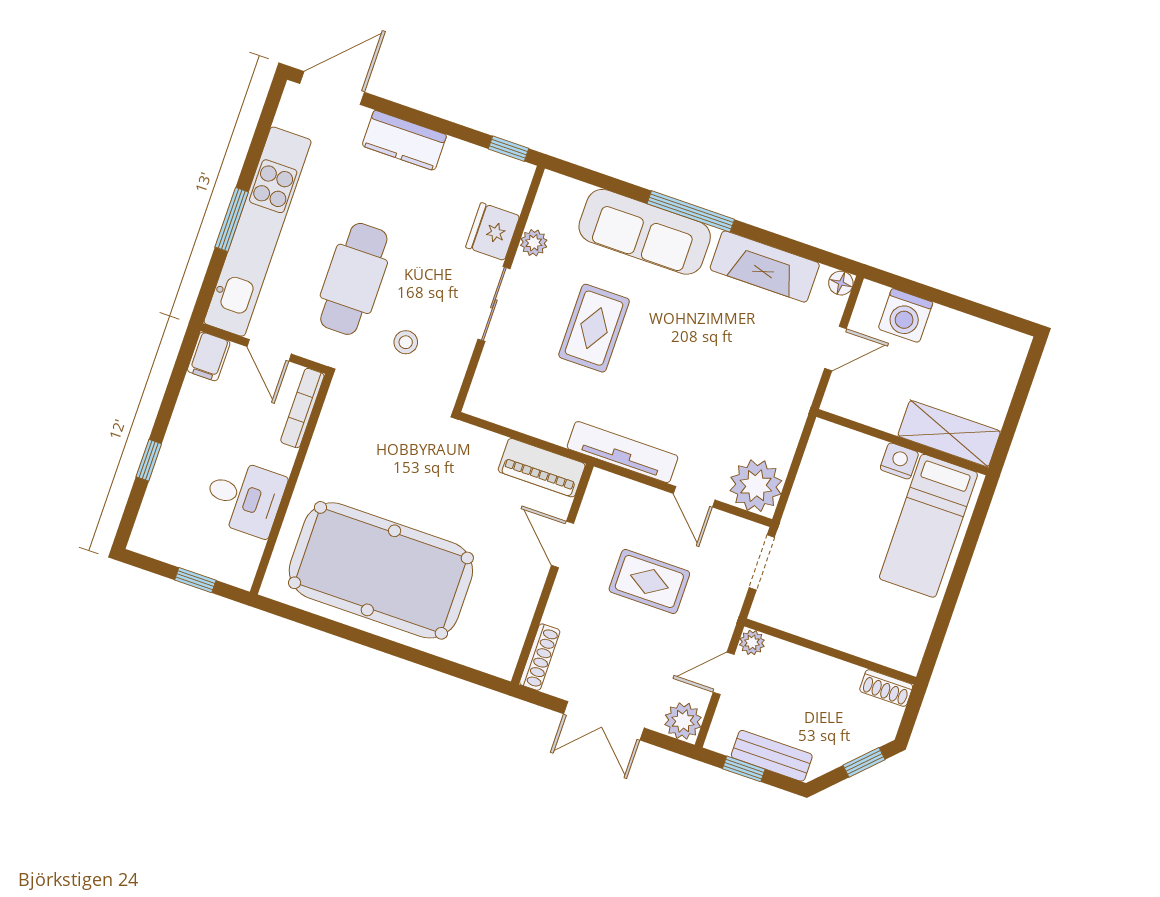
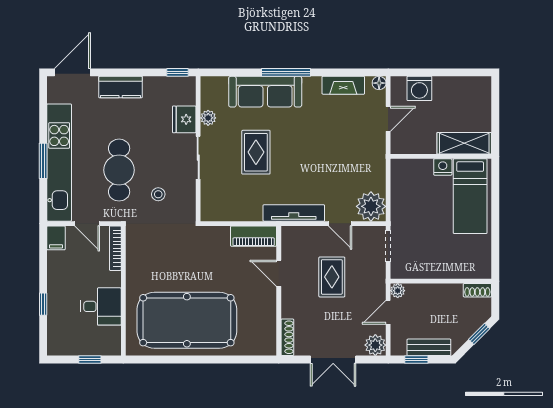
fireplace: (765, 266) -> (343, 85), width x0.73, depth x0.76
rug: (649, 582) -> (332, 277), turned 90

